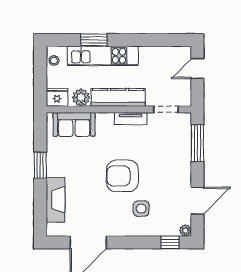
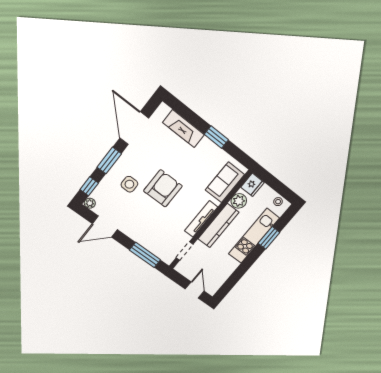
tv unit: (131, 119) -> (201, 219), width x1.41
door: (197, 201) -> (105, 227), hinge flipped
window: (133, 242) -> (109, 160), added

